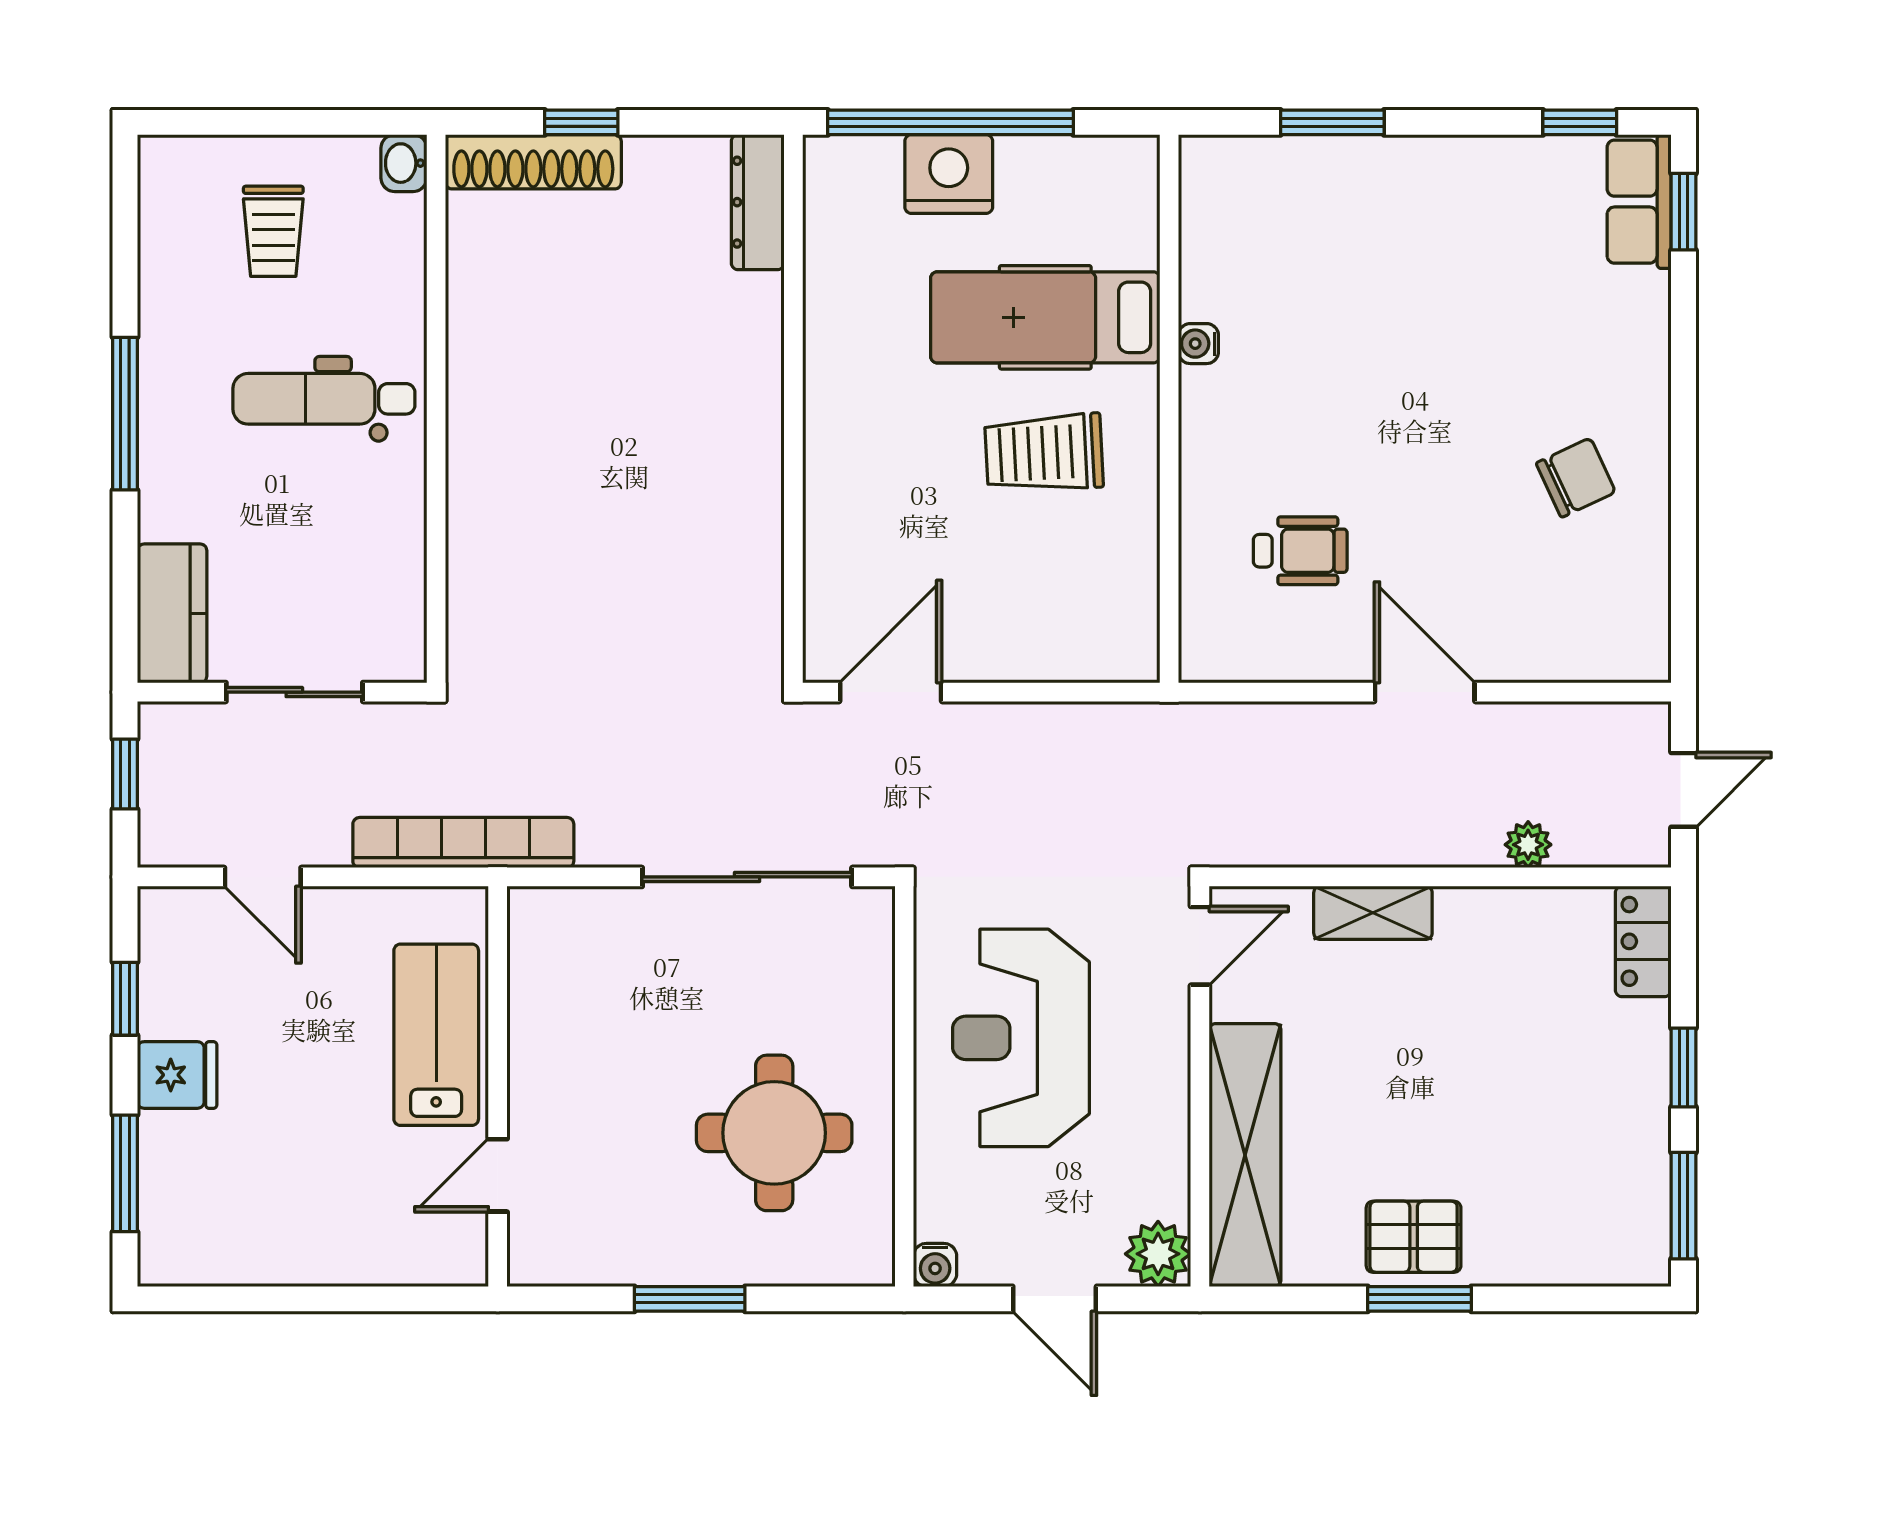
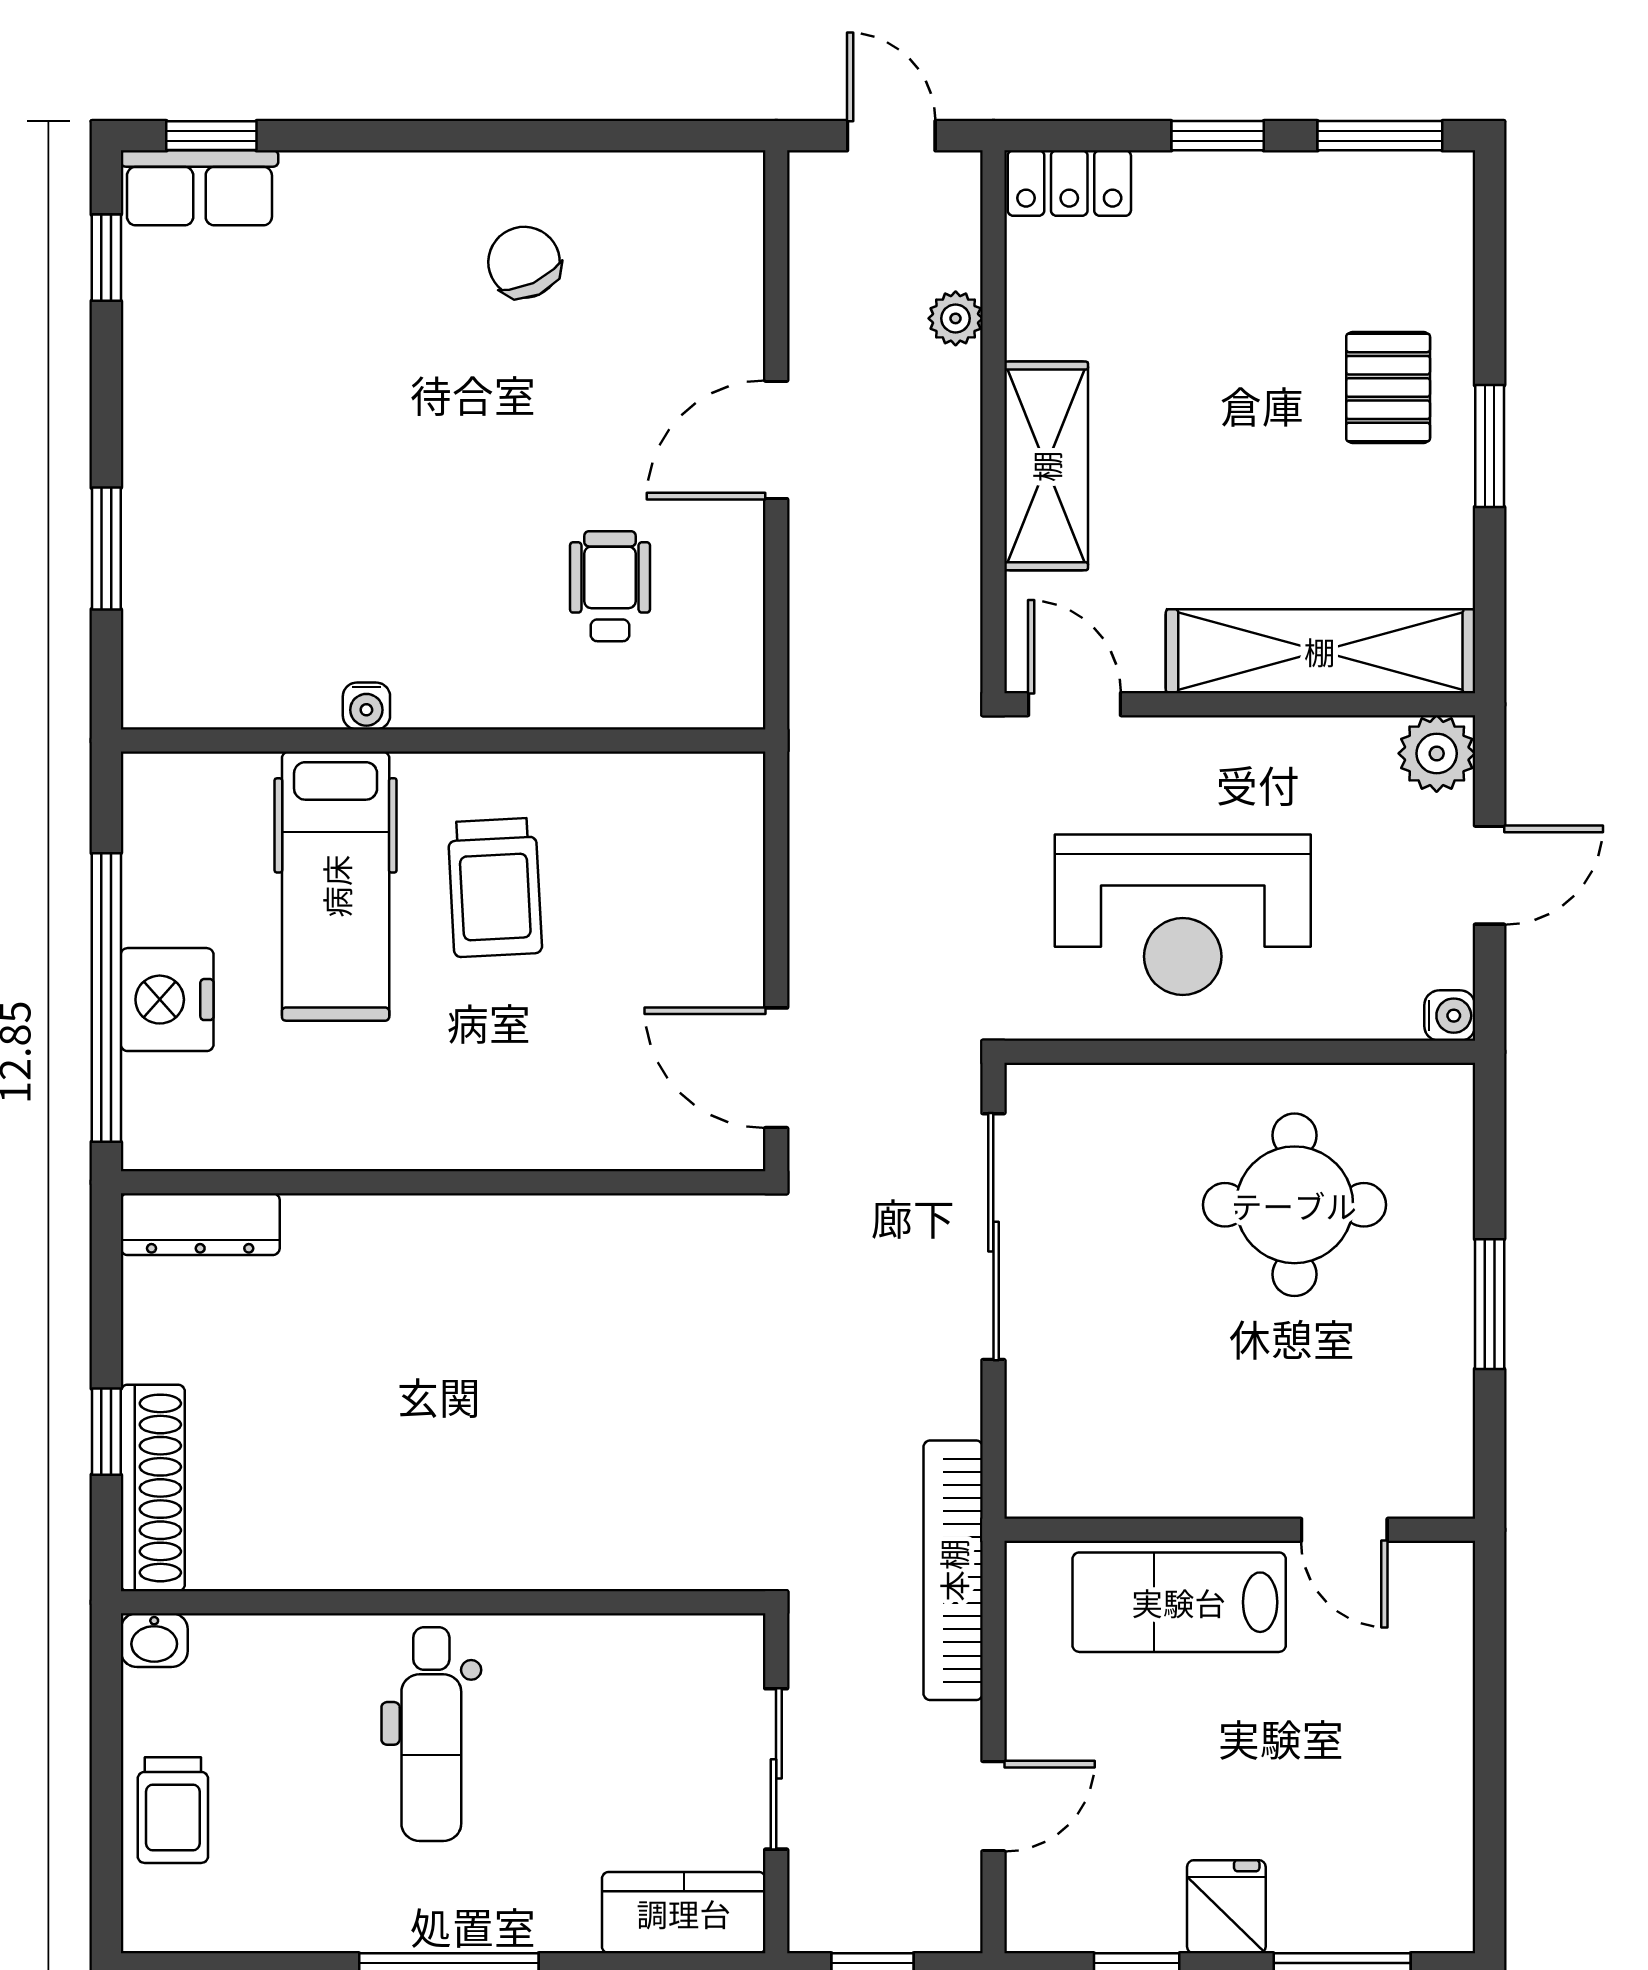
trolley: (273, 231) -> (173, 1810), moved, turned 90
shelving: (1373, 913) -> (1046, 466), width x1.50, depth x1.33
pallet: (1414, 1237) -> (1388, 387), moved

